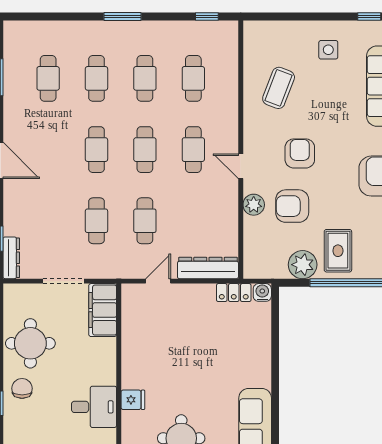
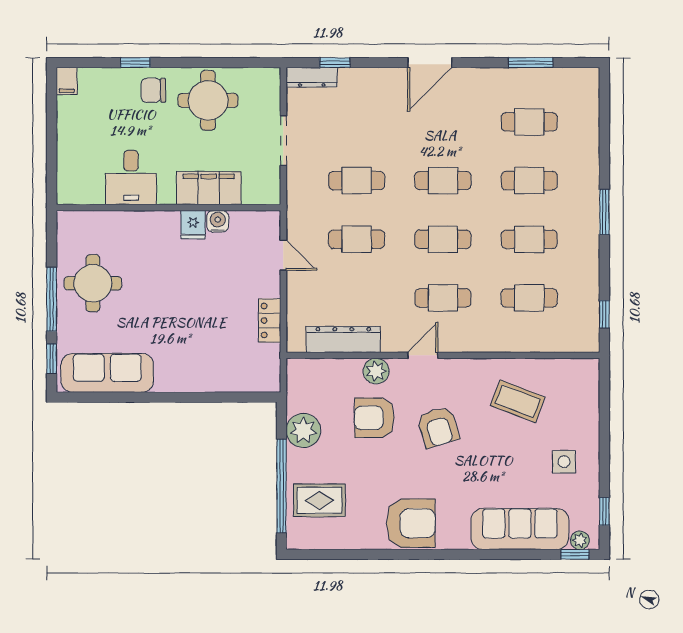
armchair: (300, 153) -> (438, 427), turned 73
armchair: (292, 206) -> (374, 418), turned -90
rug: (338, 251) -> (319, 500), moved
dresser: (208, 268) -> (343, 339), moved, turned -90
water cooler: (262, 292) -> (218, 221), moved, turned -90
locker: (234, 293) -> (270, 321), moved
filing cabinet: (103, 310) -> (209, 188), moved
chair: (22, 388) -> (153, 90), turned 180
fridge: (133, 400) -> (193, 225), moved

